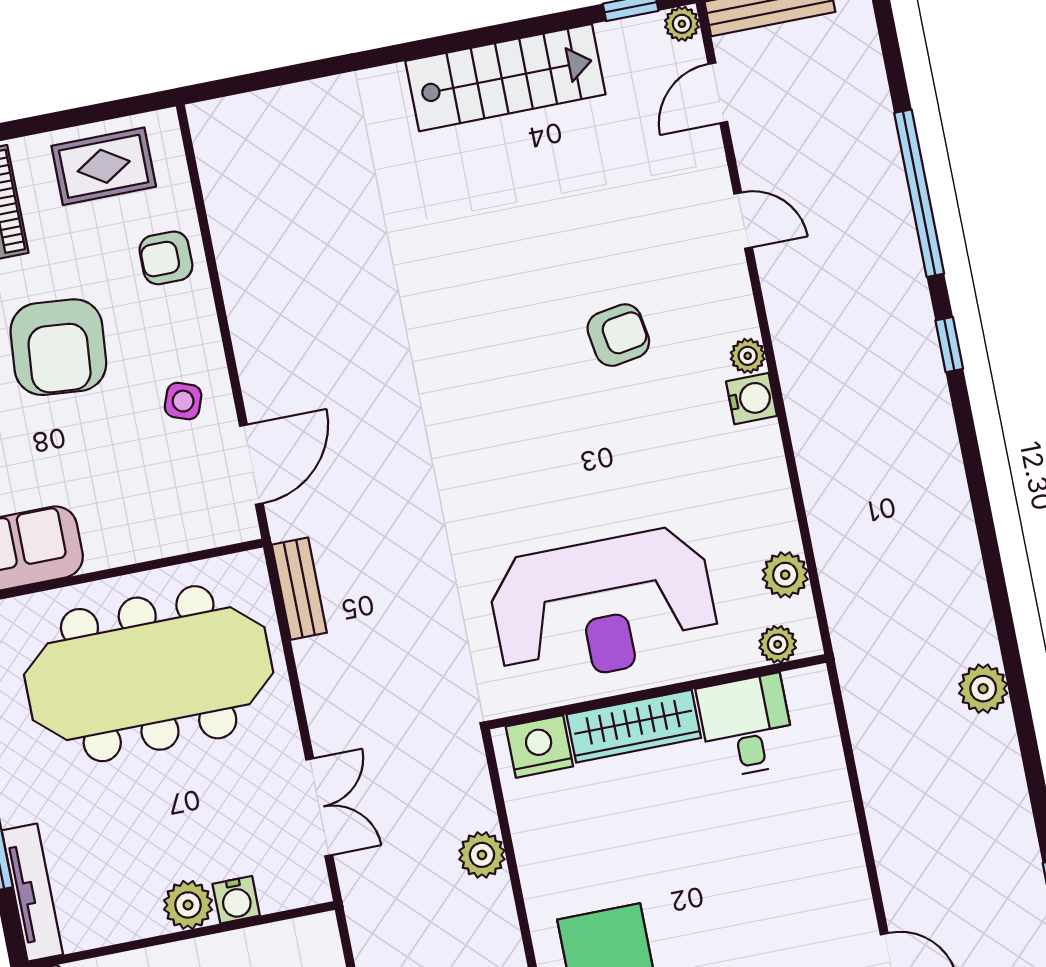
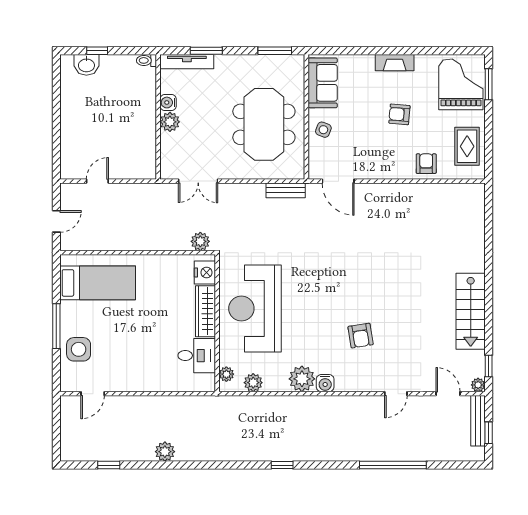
window: (949, 345) -> (282, 465), moved
armchair: (58, 347) -> (399, 114), width x0.53, depth x0.53
plant: (748, 356) -> (302, 379), moved, width x1.87, depth x1.87
side table: (183, 401) -> (323, 130), moved
meeting table: (149, 674) -> (264, 124), width x0.73
plant: (983, 689) -> (165, 452), moved
plant: (482, 855) -> (200, 241), moved
water cooler: (236, 900) -> (168, 103), moved

